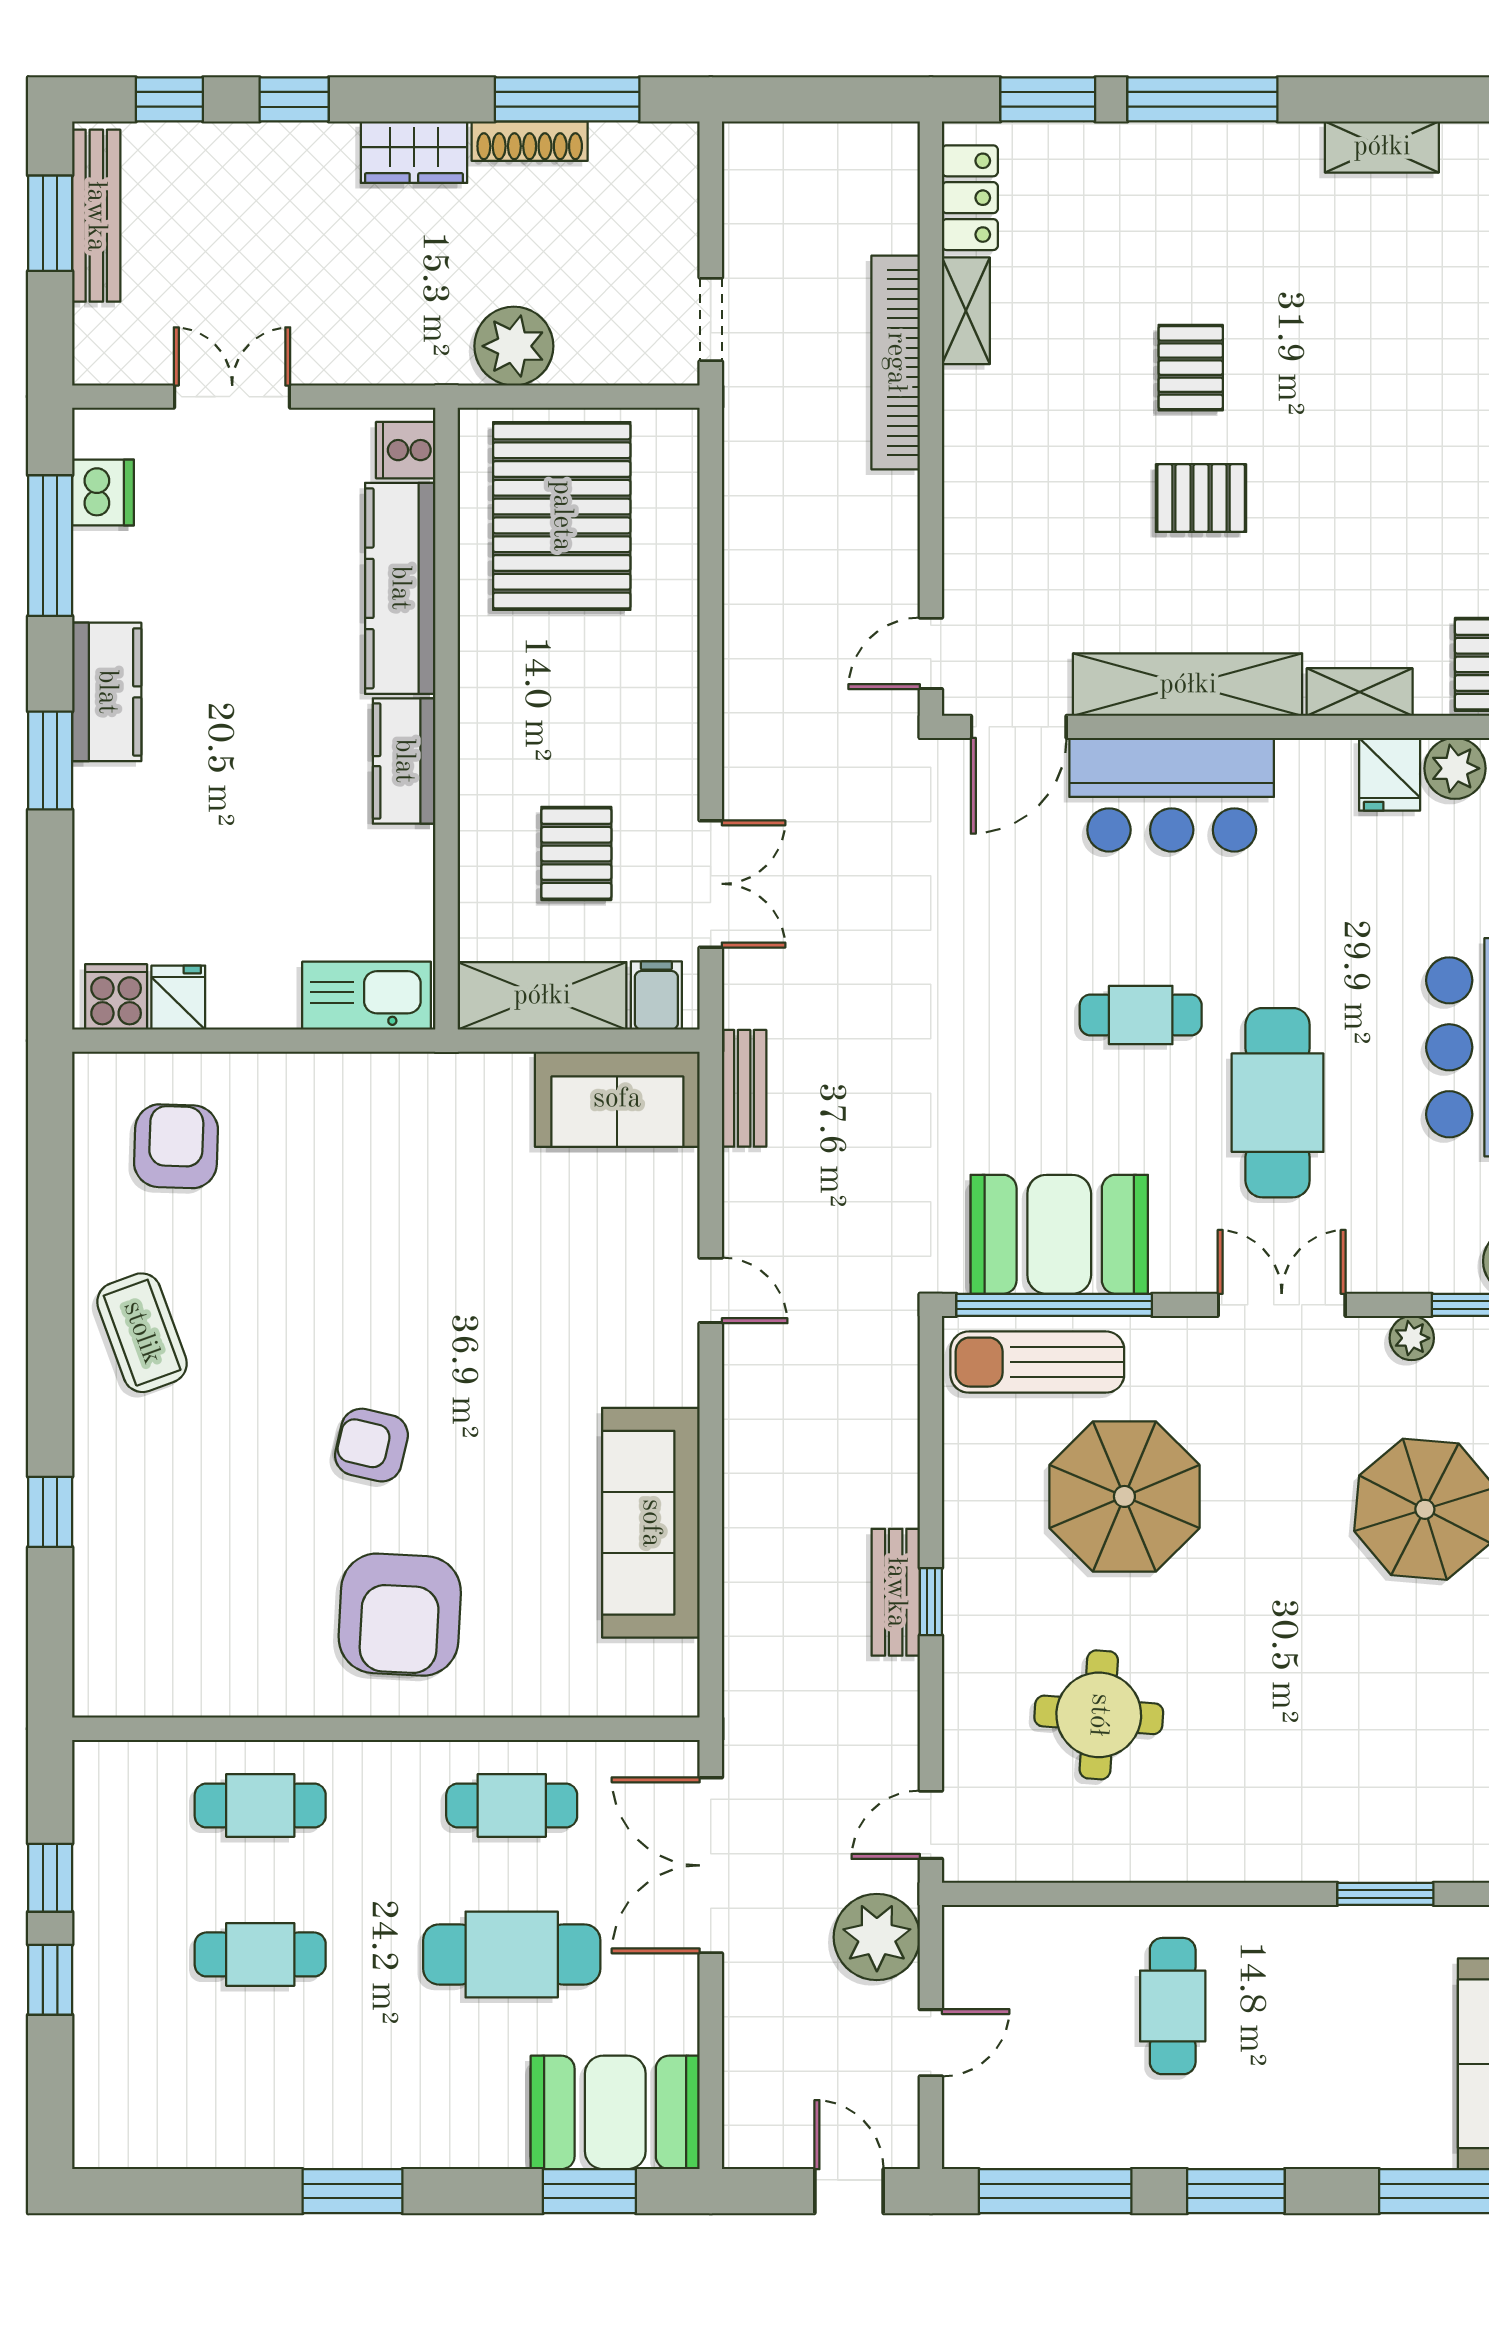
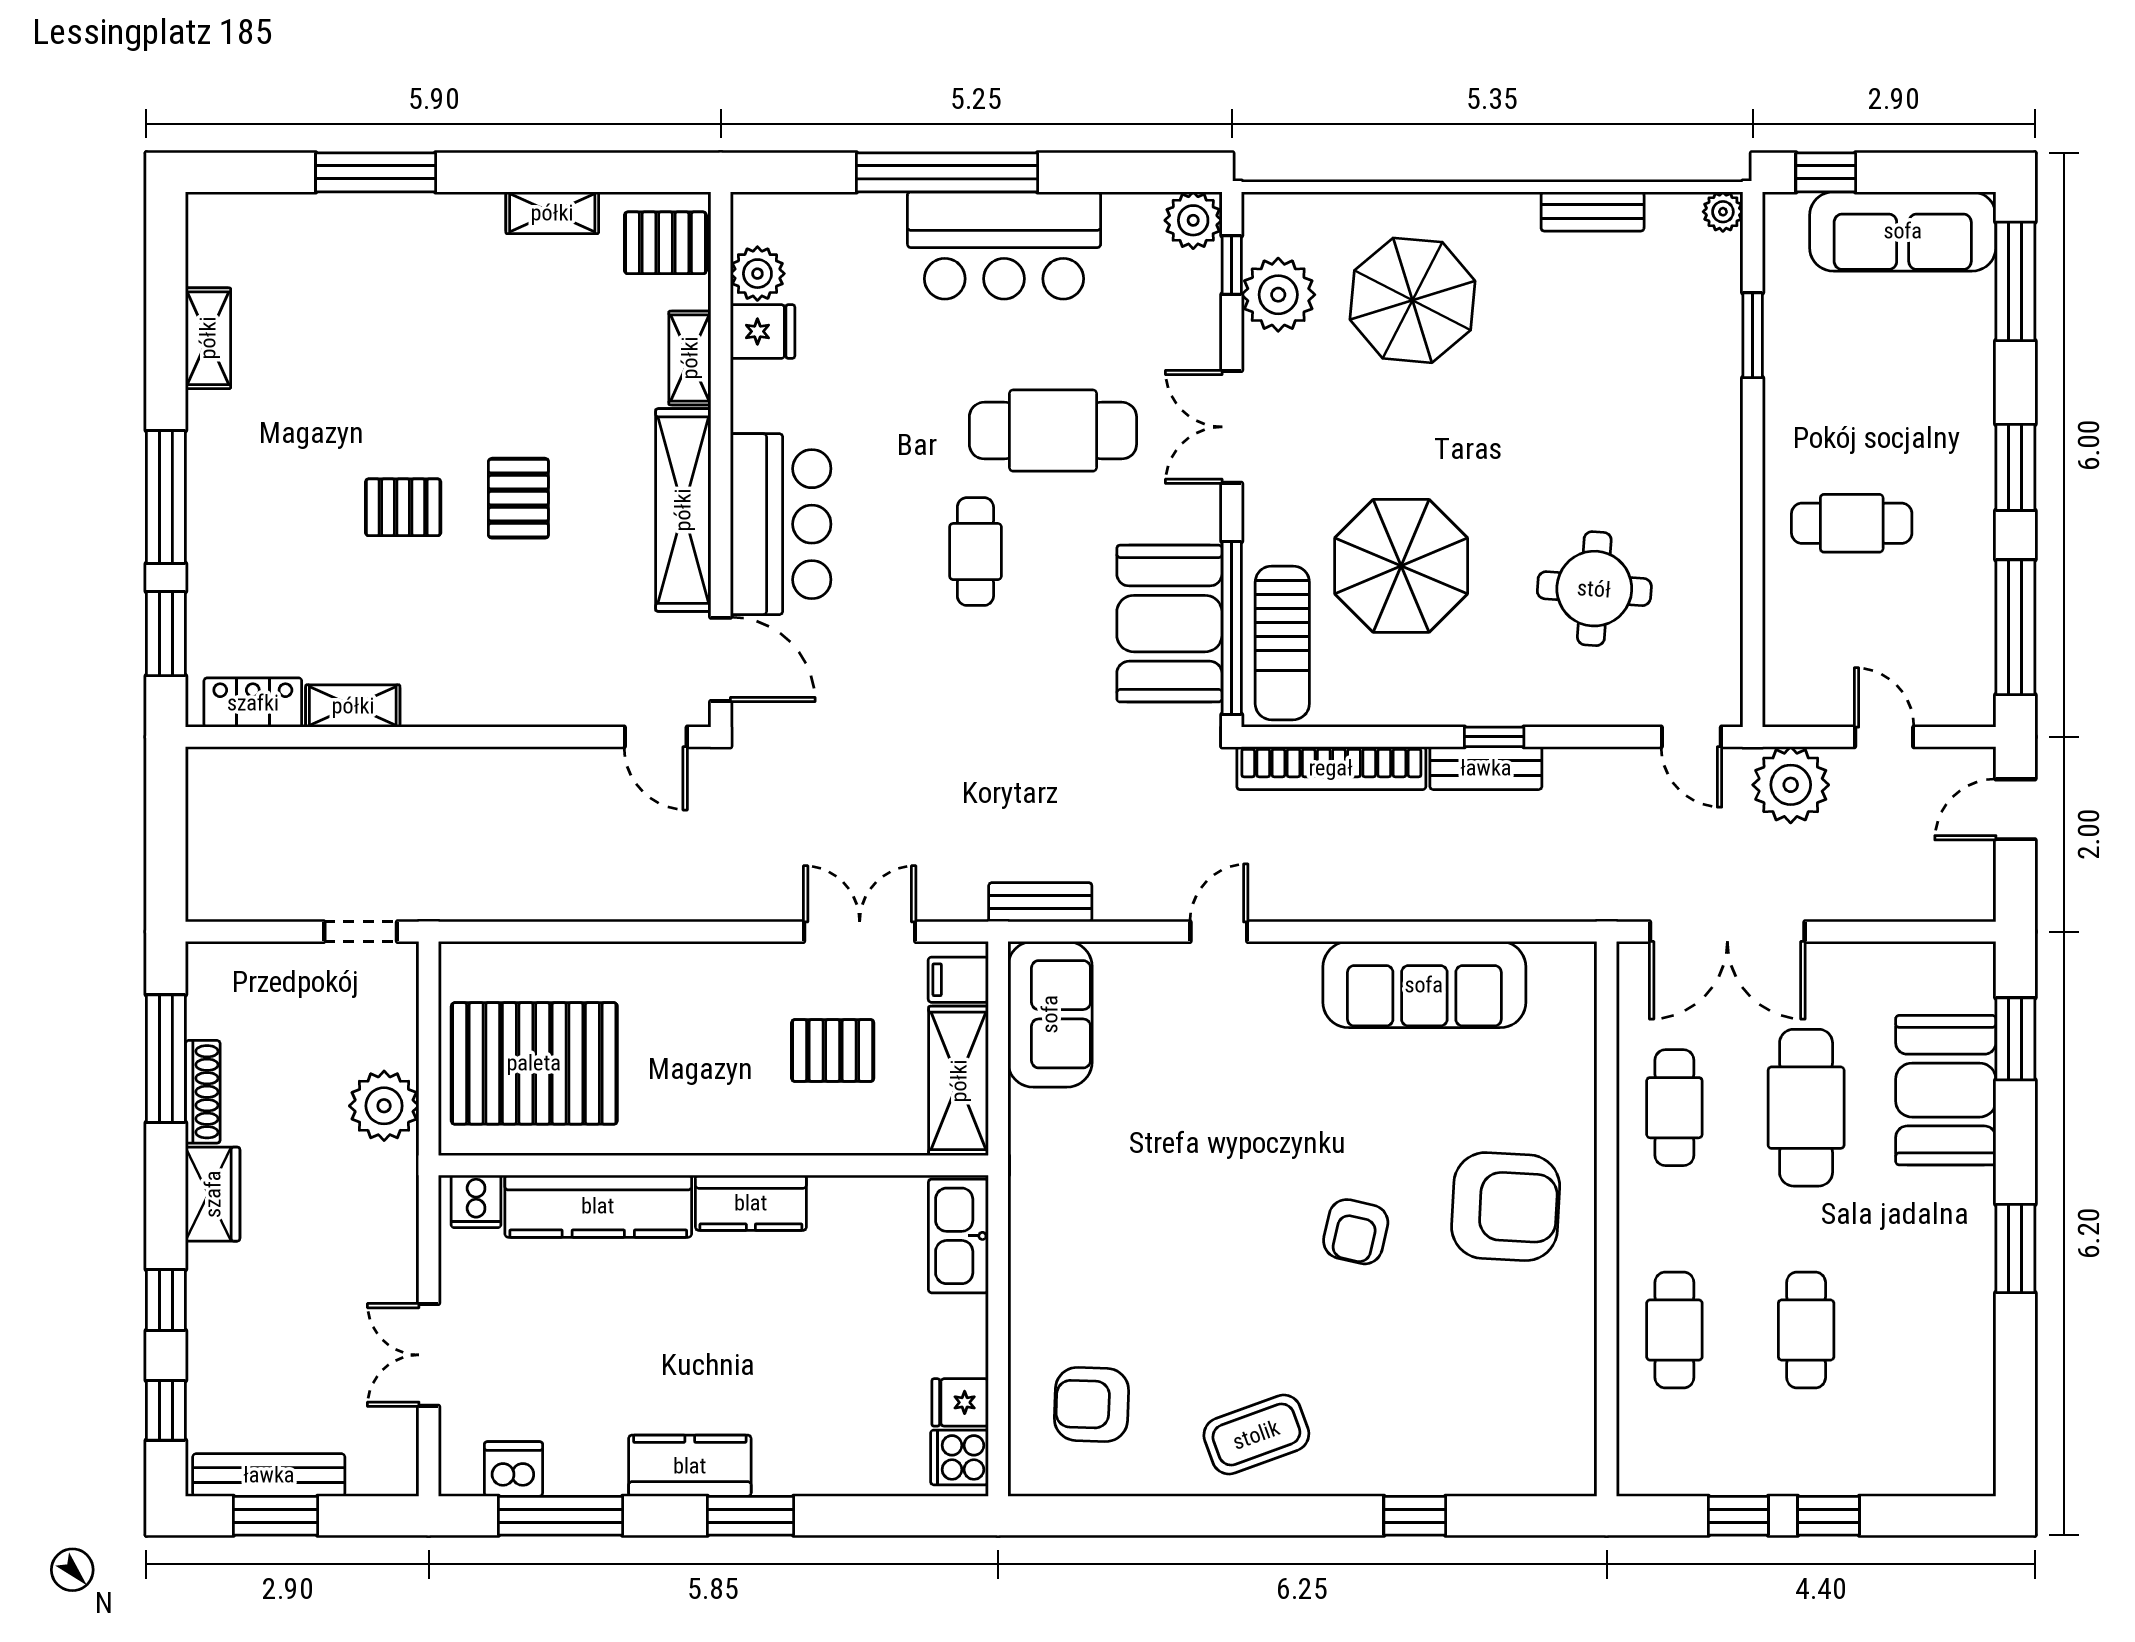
bookcase: (896, 362) -> (1331, 768), moved
plant: (1412, 1338) -> (1278, 295), width x1.87, depth x1.87
booth: (615, 2112) -> (1946, 1090), moved

